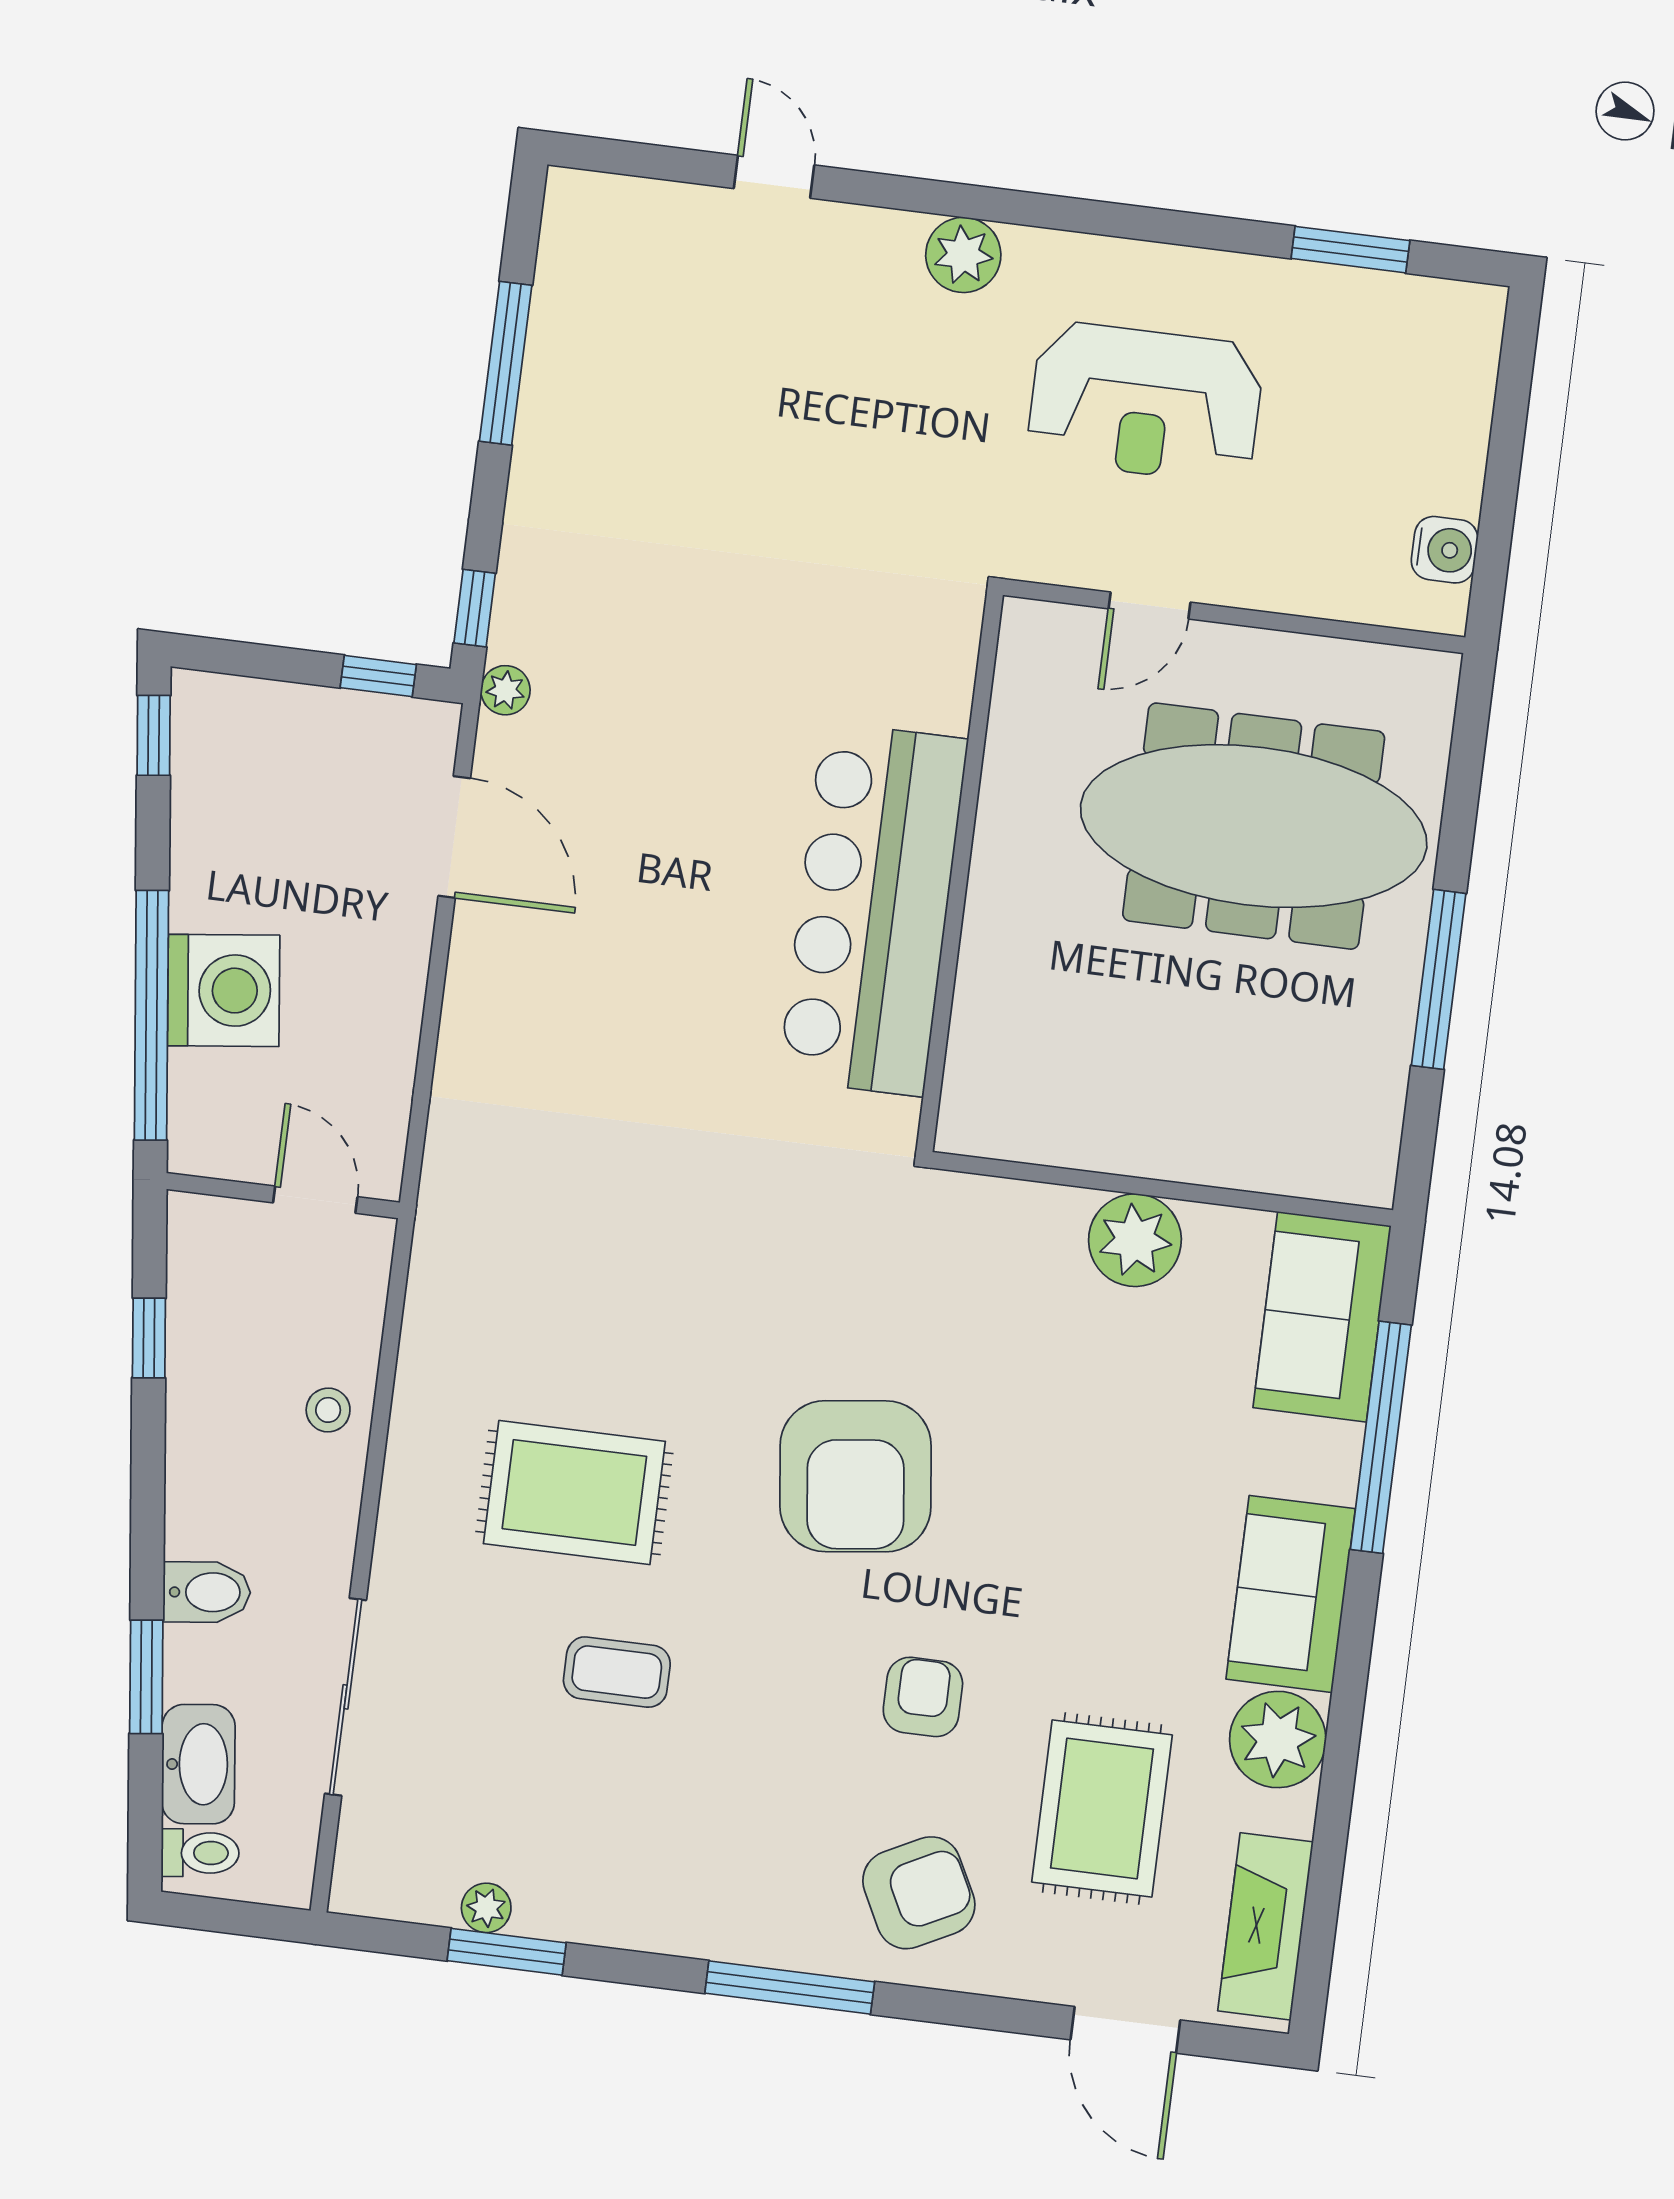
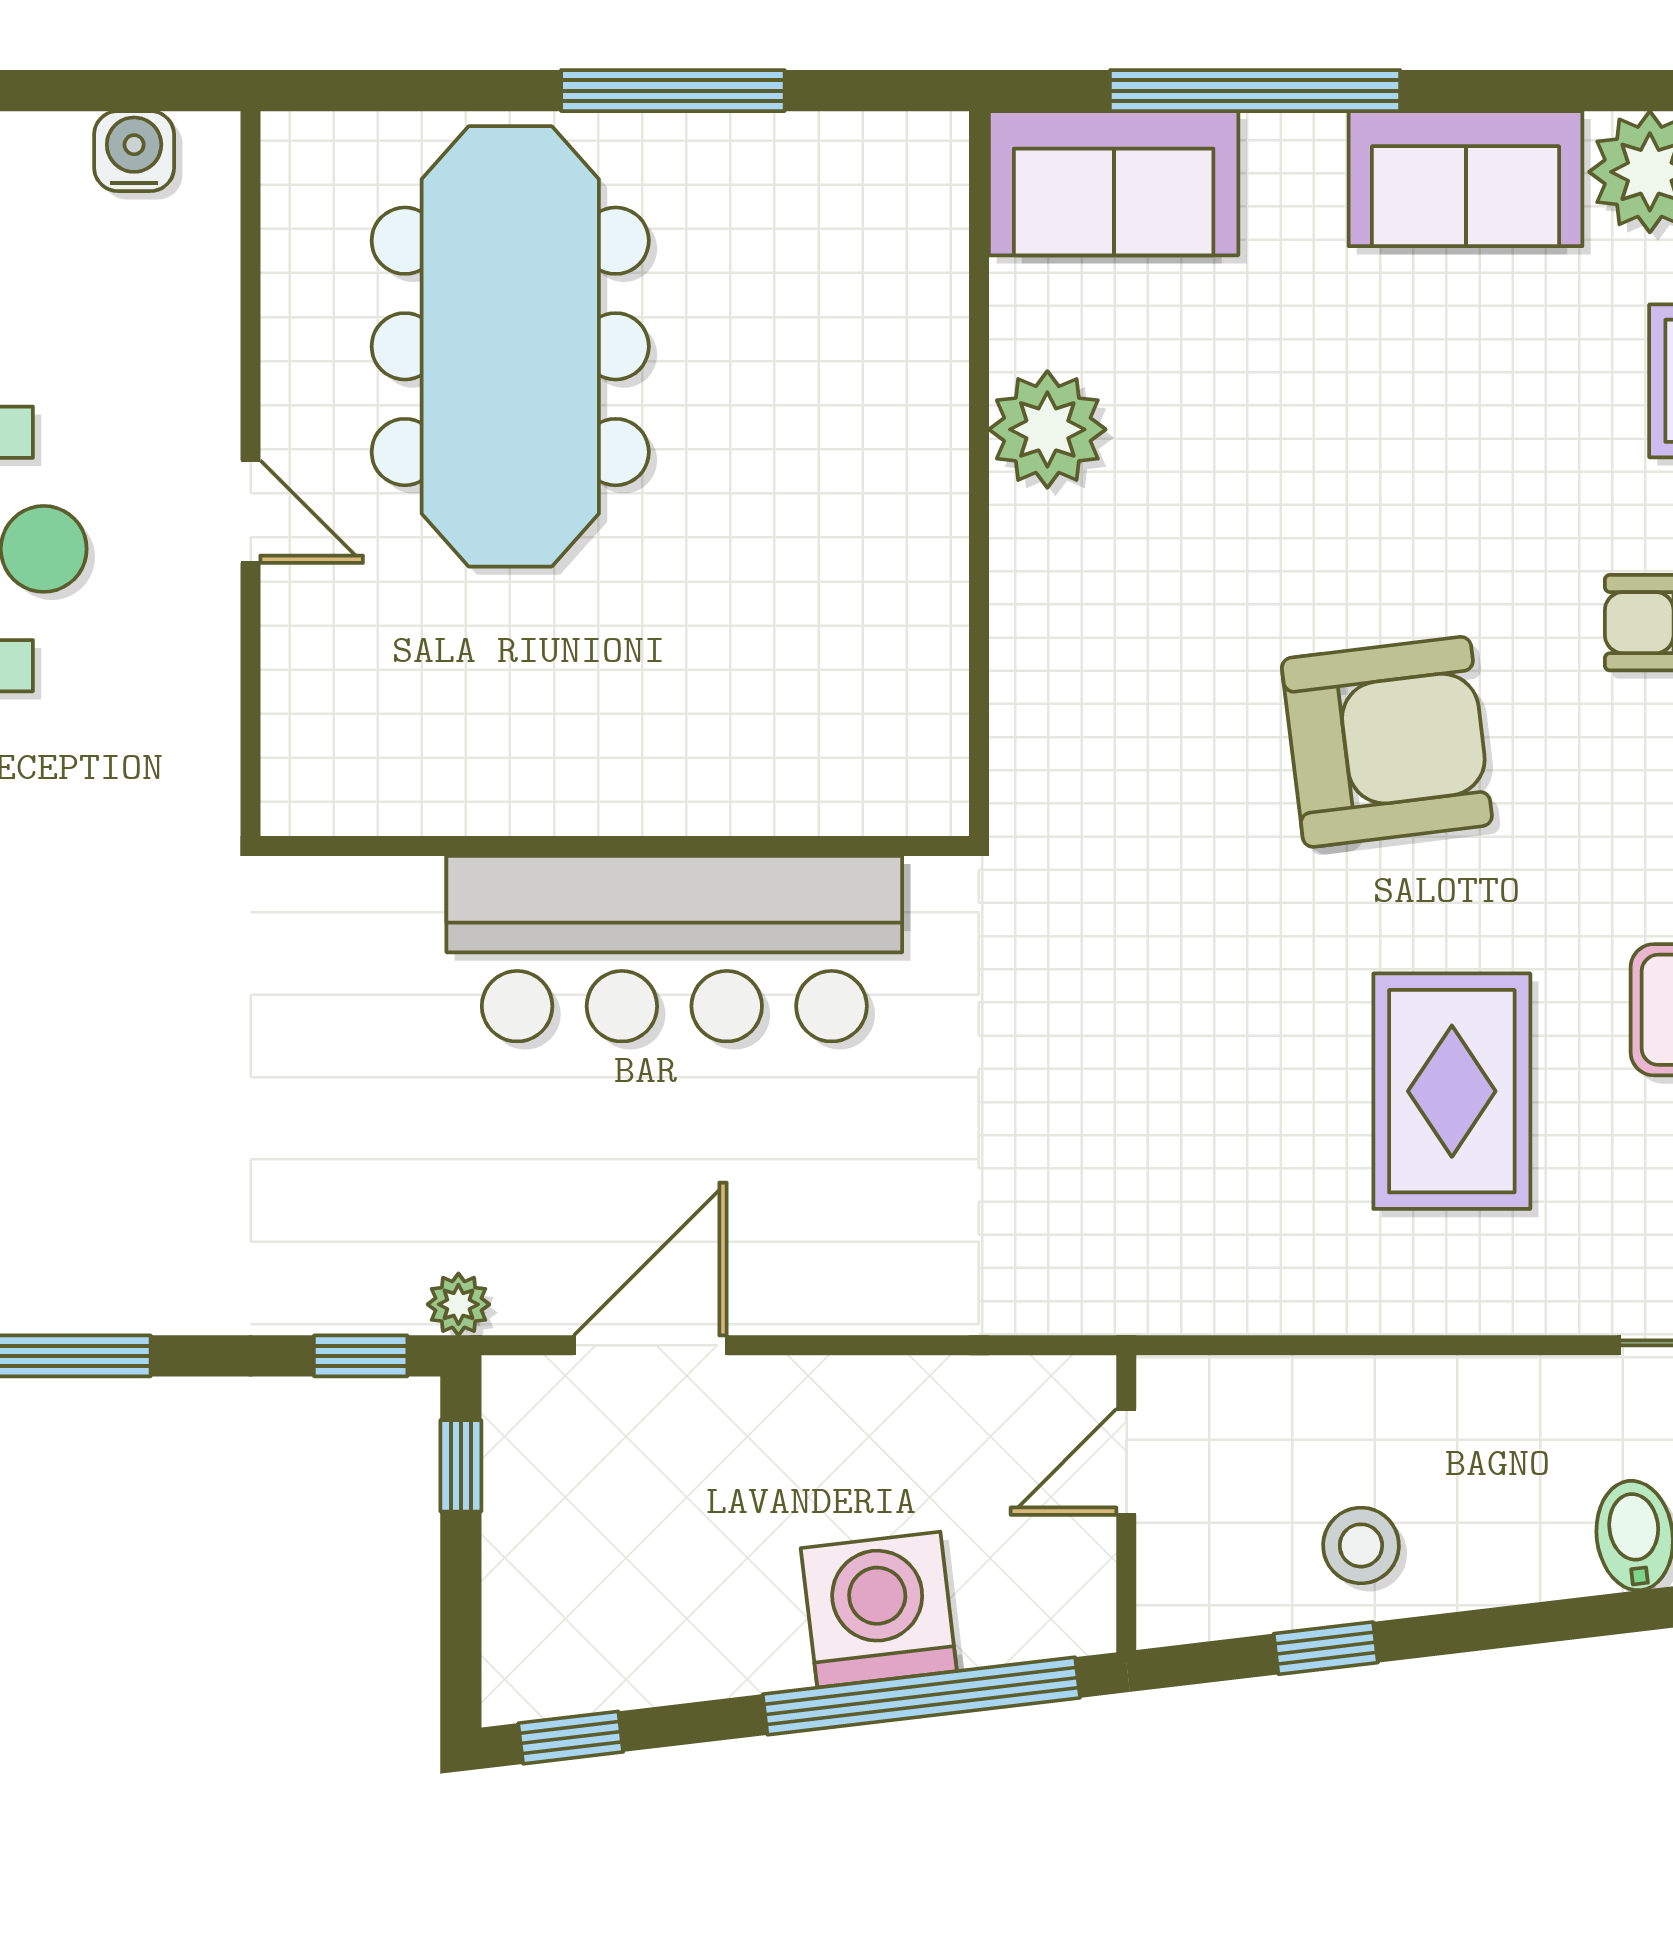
wall: (960, 872) -> (615, 846), moved
bar counter: (873, 909) -> (674, 949), moved
stool: (328, 1410) -> (1361, 1545), moved, width x1.37, depth x1.37

